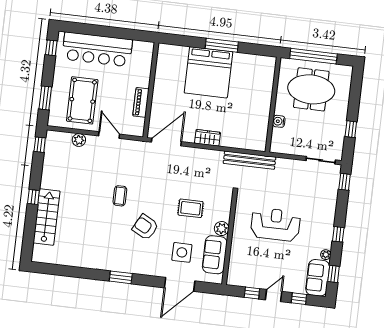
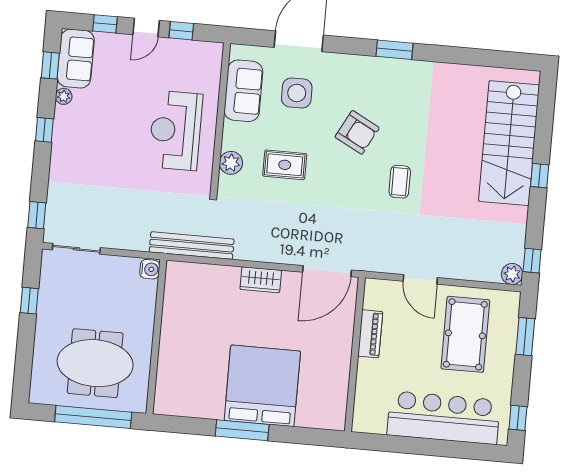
water cooler: (279, 121) -> (150, 269), moved
plant: (79, 140) -> (512, 274), moved
stairs: (47, 217) -> (509, 143), width x1.36, depth x1.51
reception desk: (275, 224) -> (176, 130), moved, turned 90
plant: (222, 229) -> (231, 163), moved

